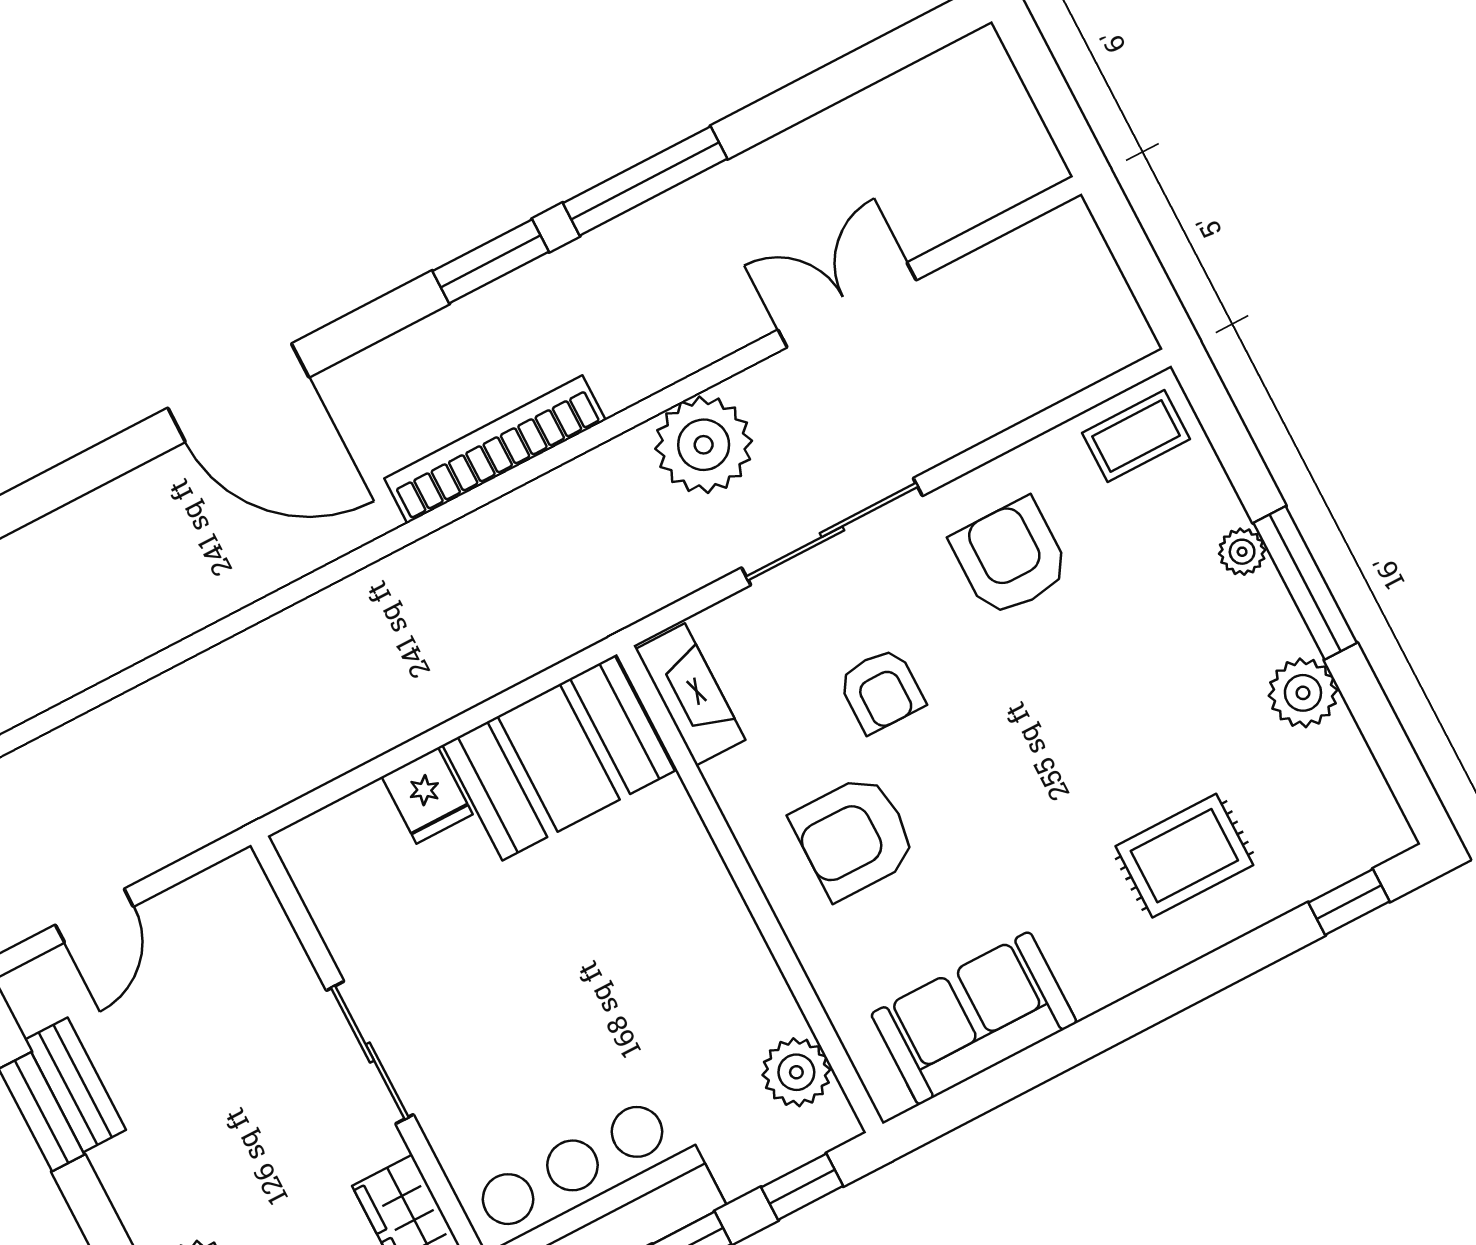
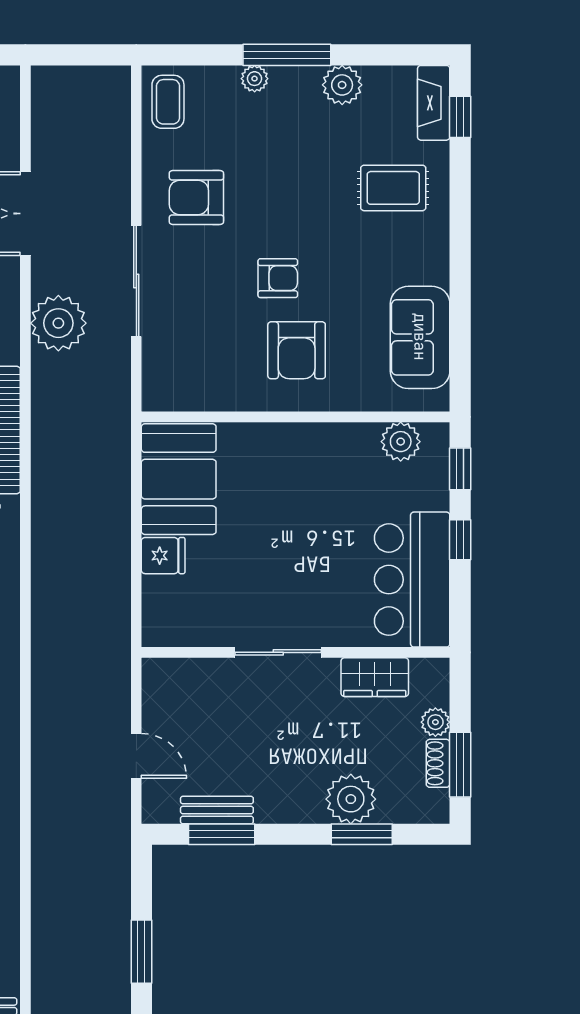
armchair: (881, 690) -> (278, 278), moved
fireplace: (690, 694) -> (434, 103), moved, turned -90
rug: (1184, 856) -> (393, 188), turned 90

